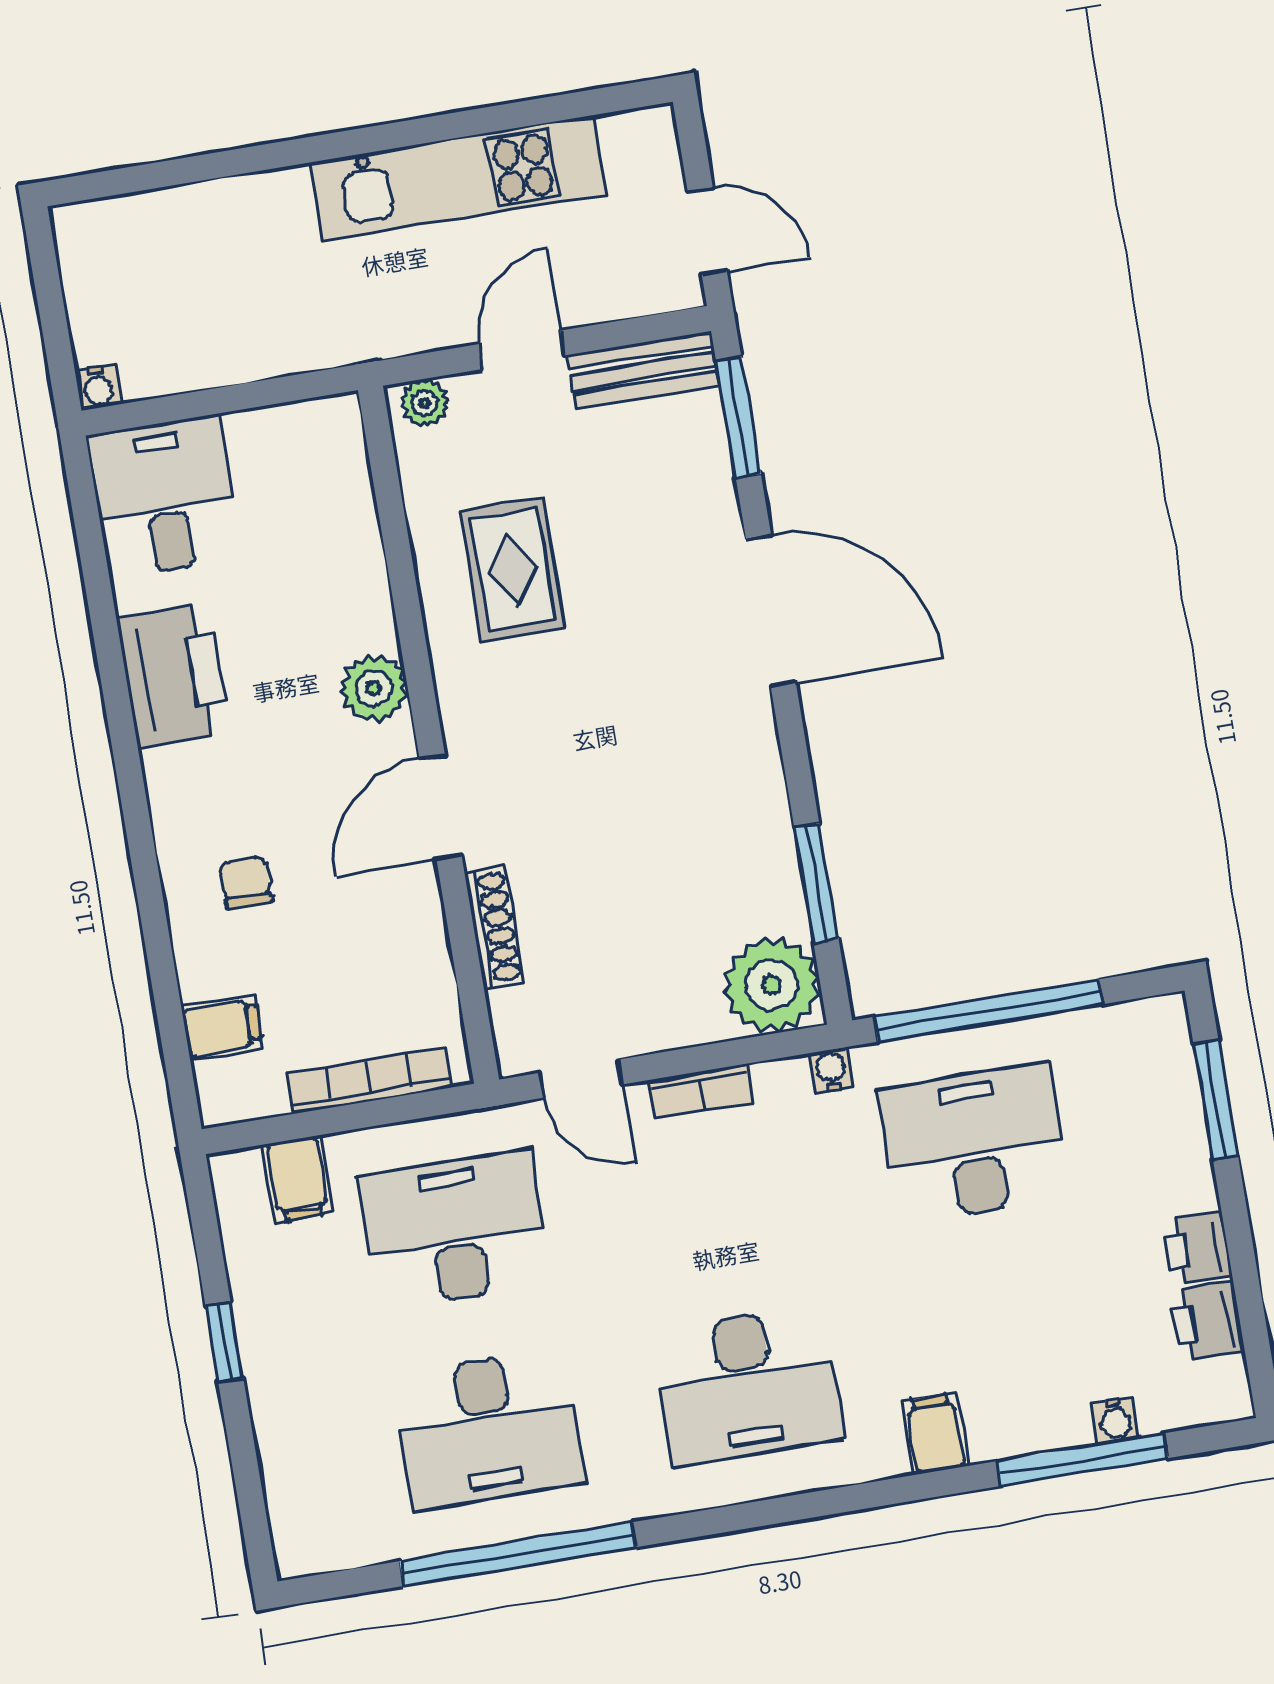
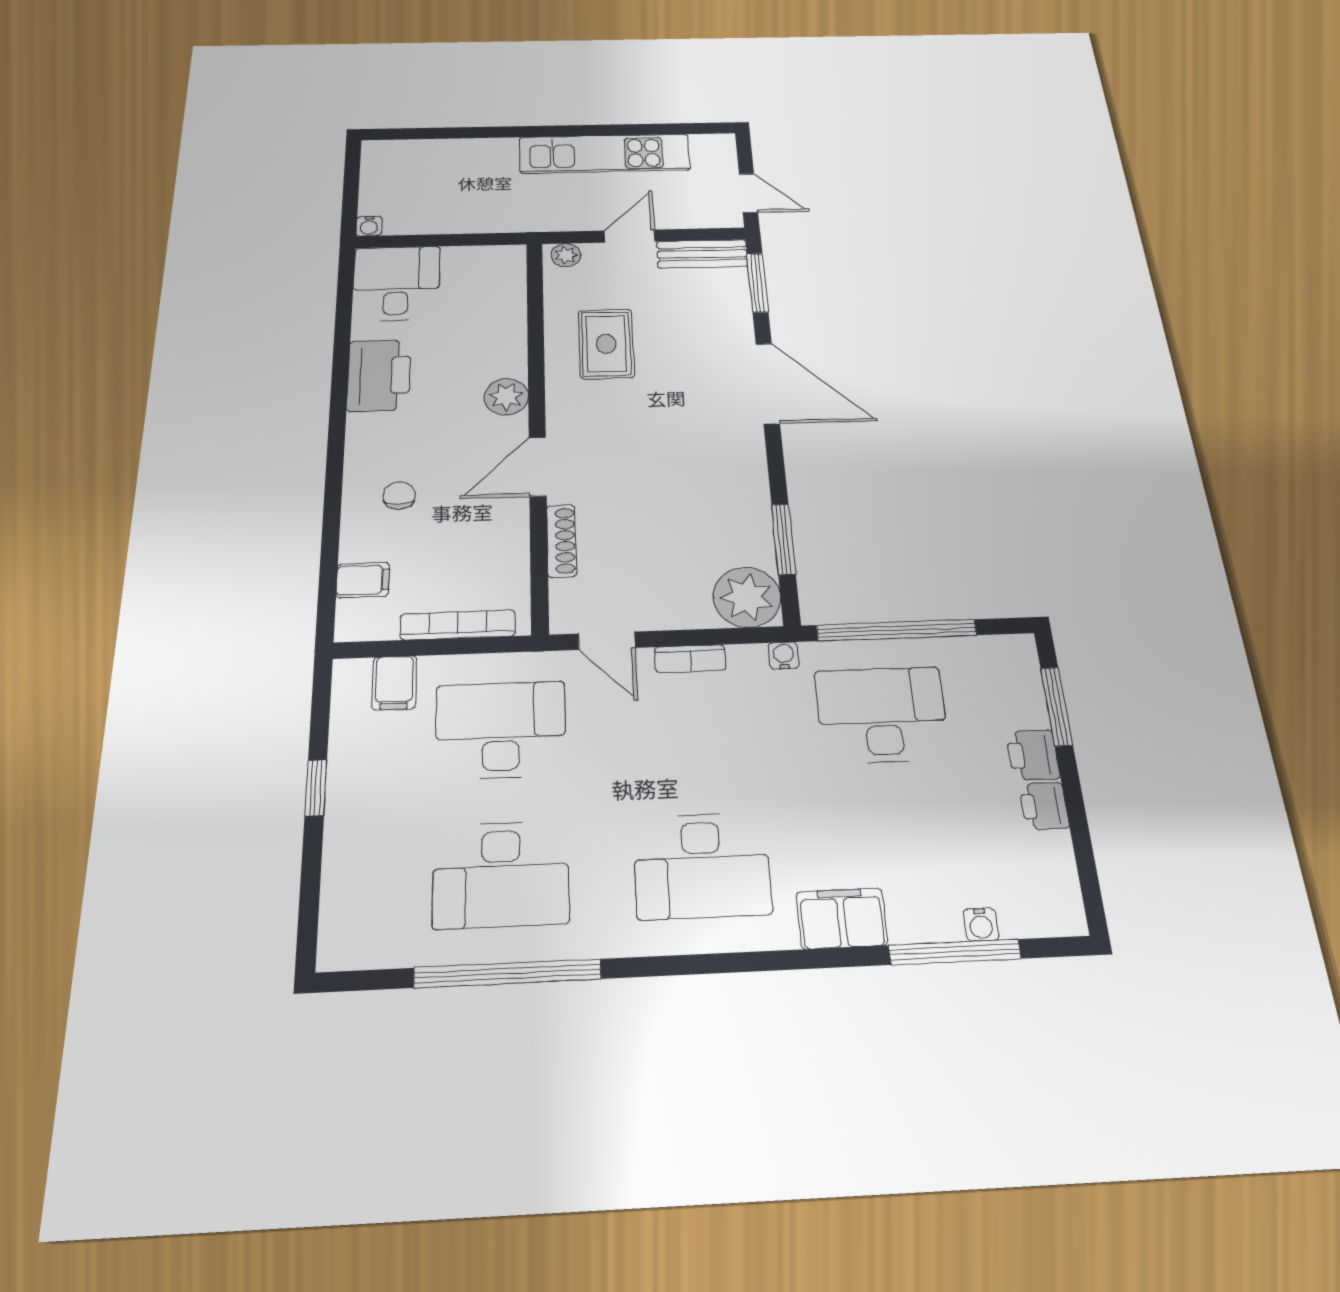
printer: (1207, 1321) -> (1033, 755), moved
filing cabinet: (935, 1434) -> (842, 918), width x2.00

